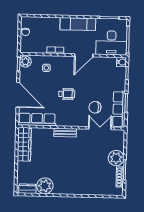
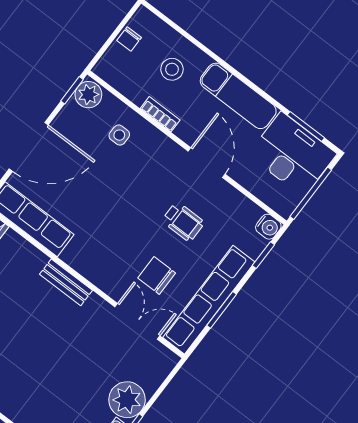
stool: (48, 32) -> (172, 69), added
desk: (111, 43) -> (292, 154), moved, turned 180
door: (84, 55) -> (207, 163), swing flipped
wheelchair: (67, 94) -> (183, 222), moved
door: (18, 95) -> (29, 147), hinge flipped
row of seats: (119, 109) -> (209, 300), width x1.36

